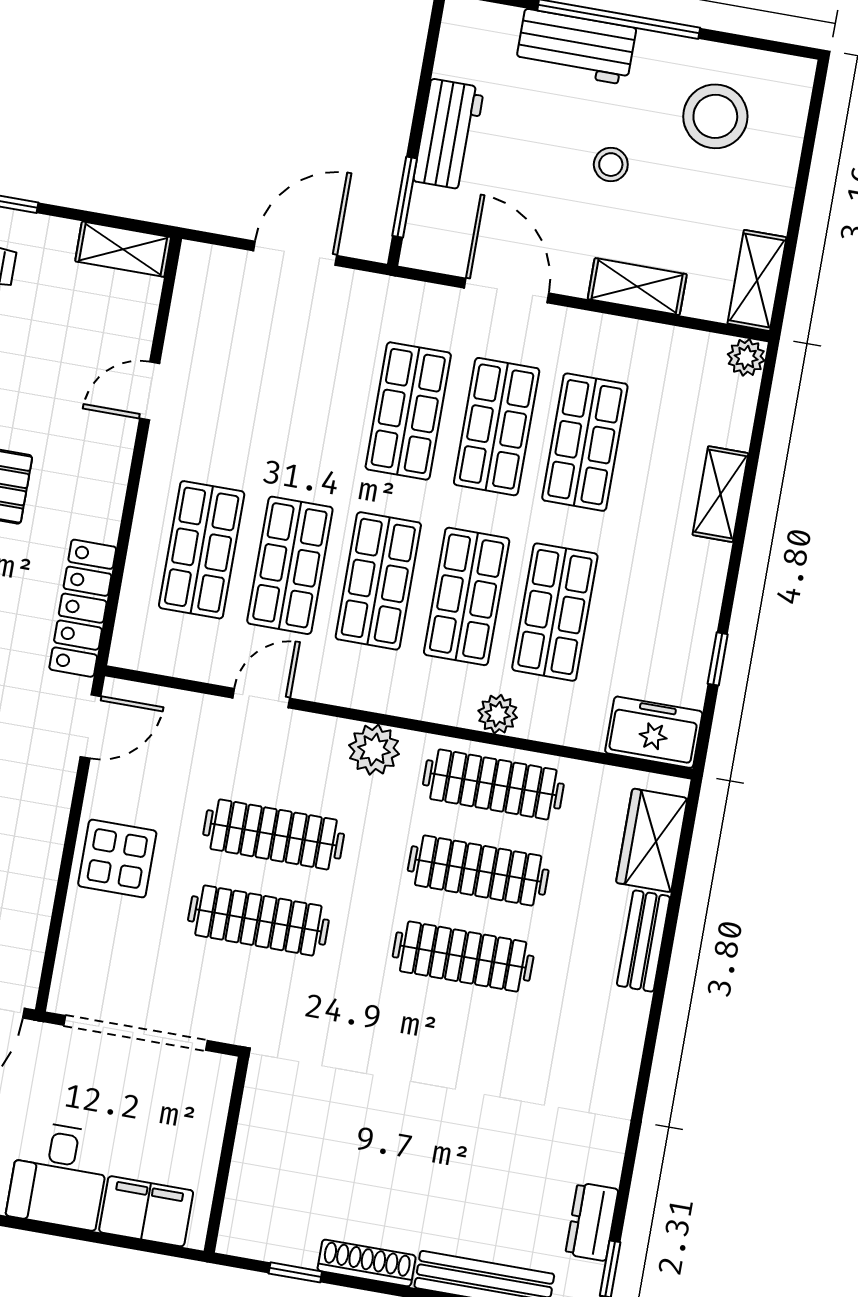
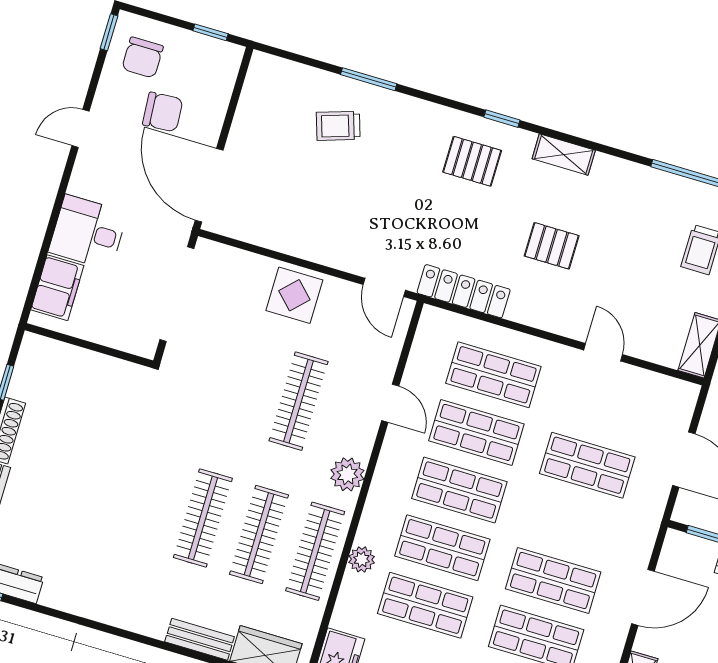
shop shelf: (408, 411) -> (587, 465), moved
clothes rail: (258, 920) -> (242, 385), removed

